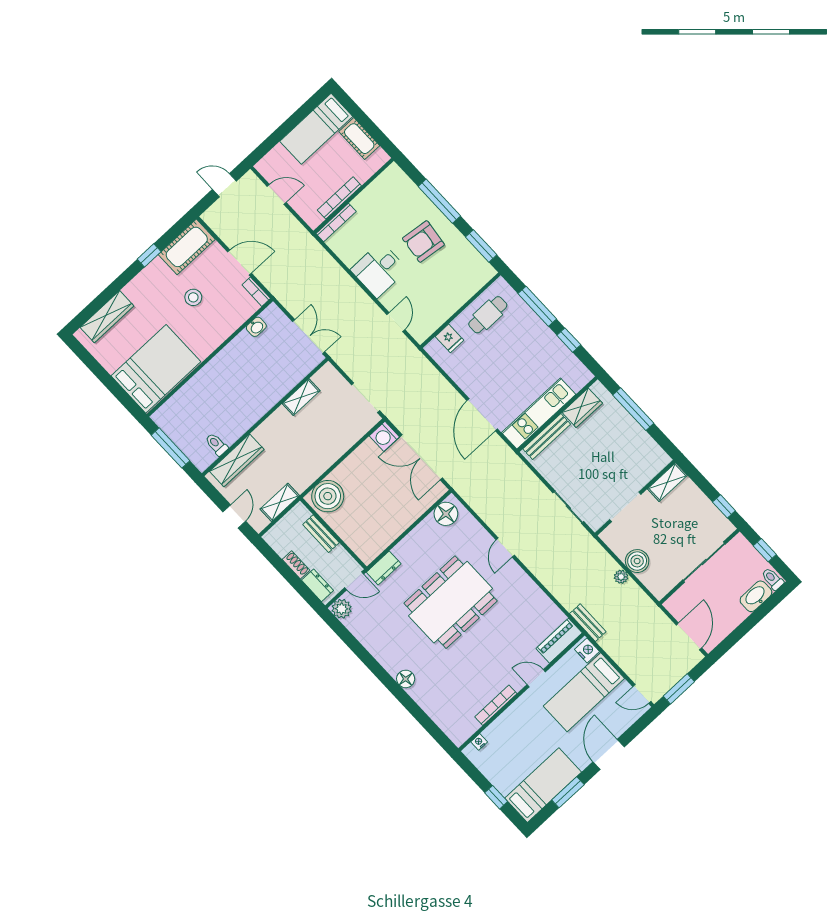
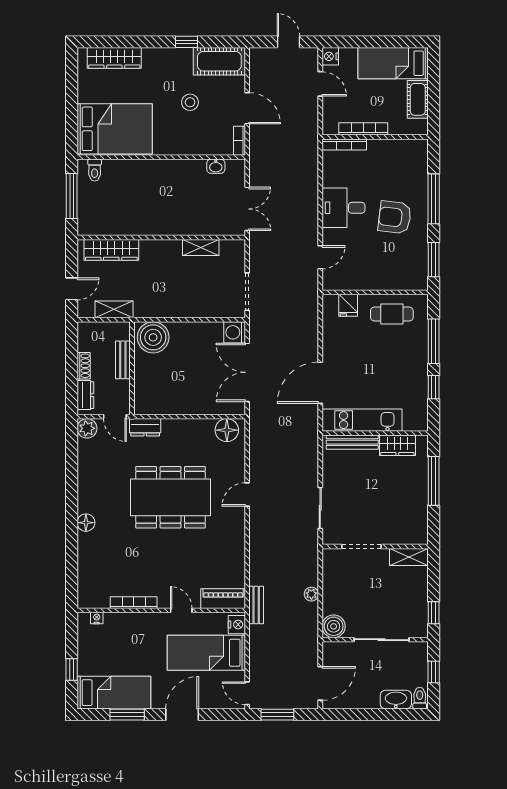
nightstand: (265, 167) -> (330, 56), added
toilet: (216, 444) -> (95, 170), moved, turned 180
boiler: (637, 561) -> (334, 626), moved

